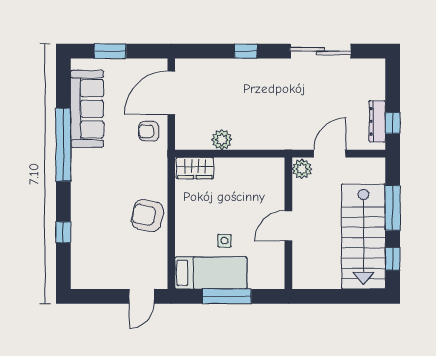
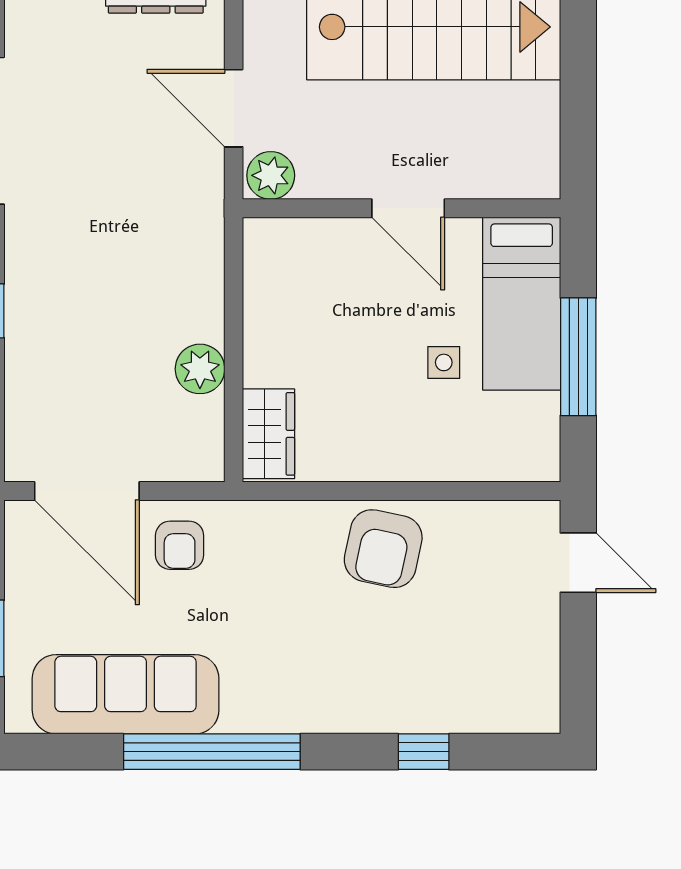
bed: (211, 273) -> (522, 304), moved, turned 180

